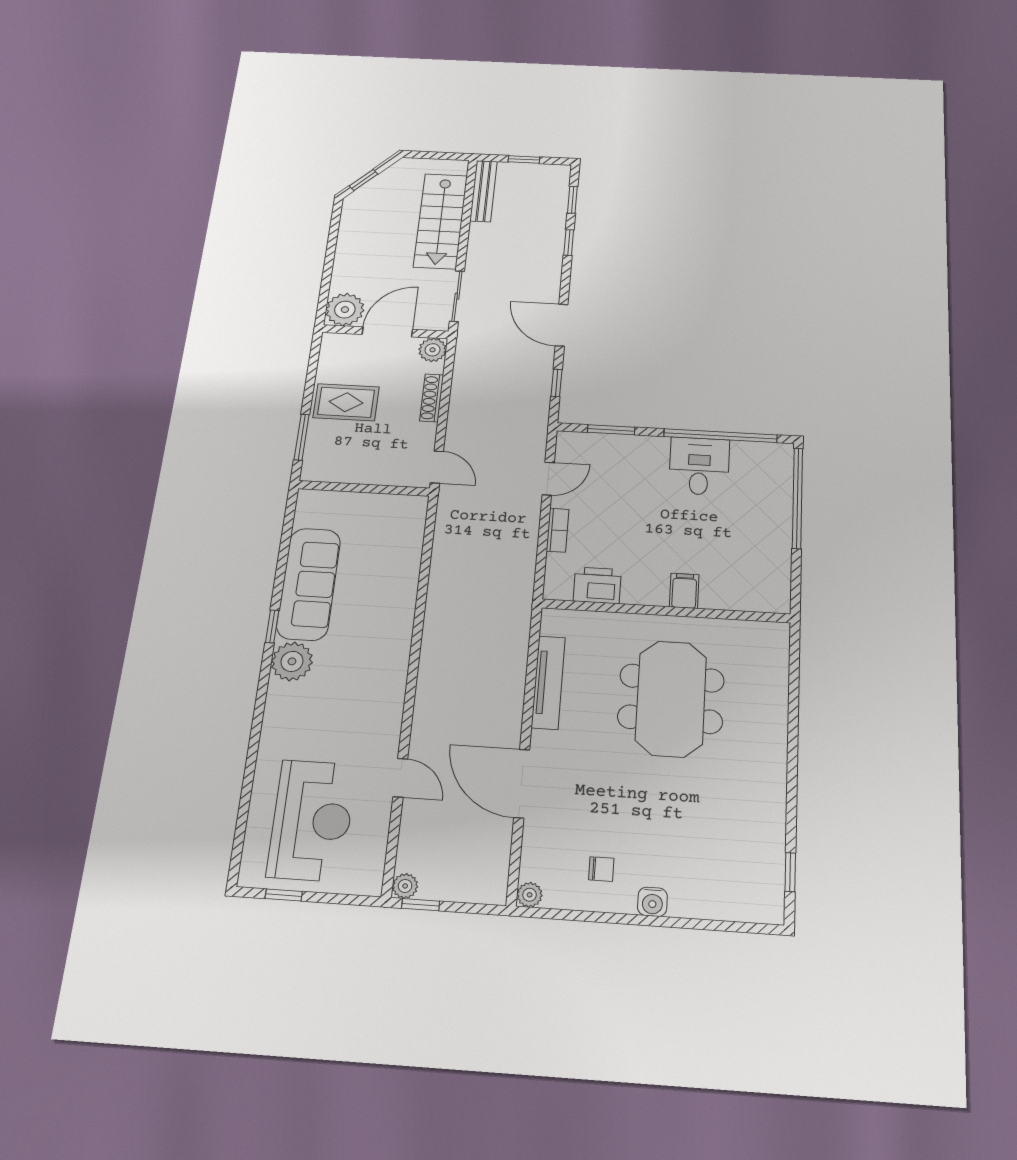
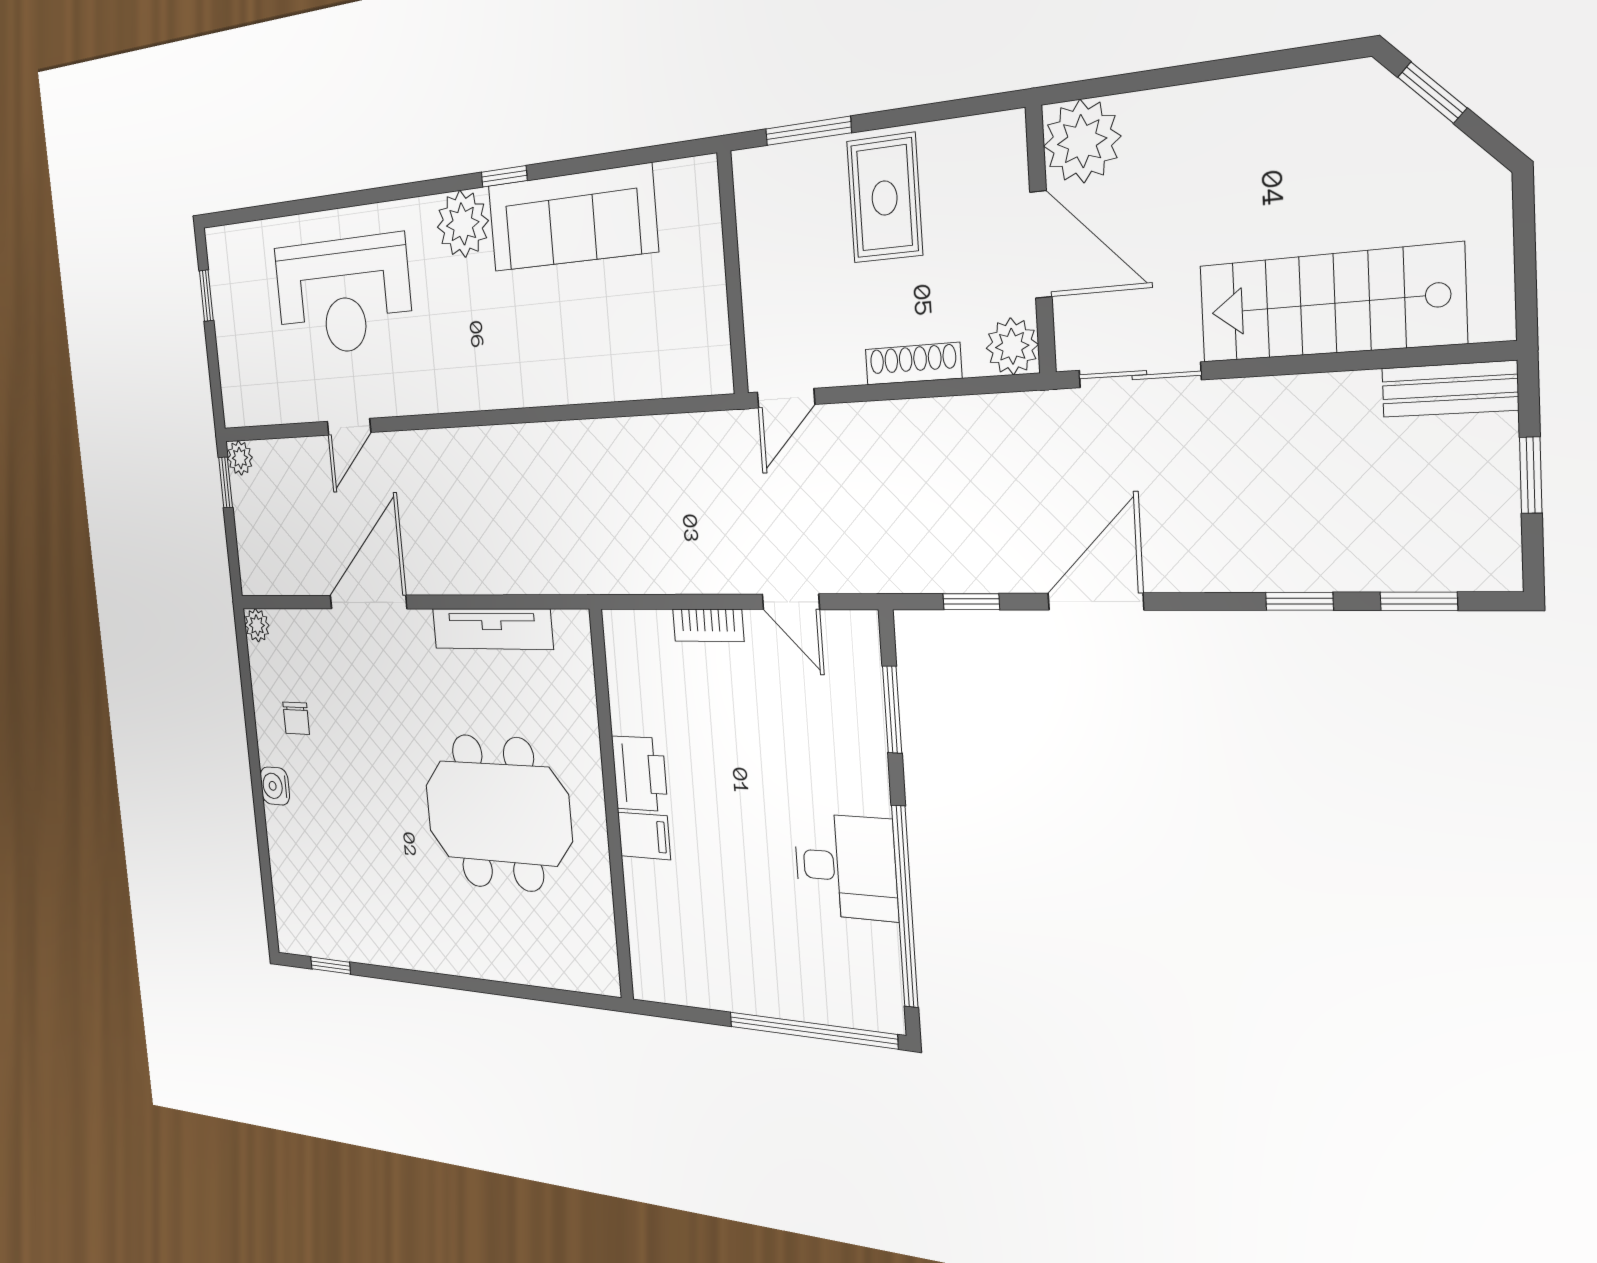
bench: (484, 191) -> (1449, 389), width x0.73
printer: (597, 585) -> (640, 774), moved
reception desk: (312, 820) -> (343, 296), moved

